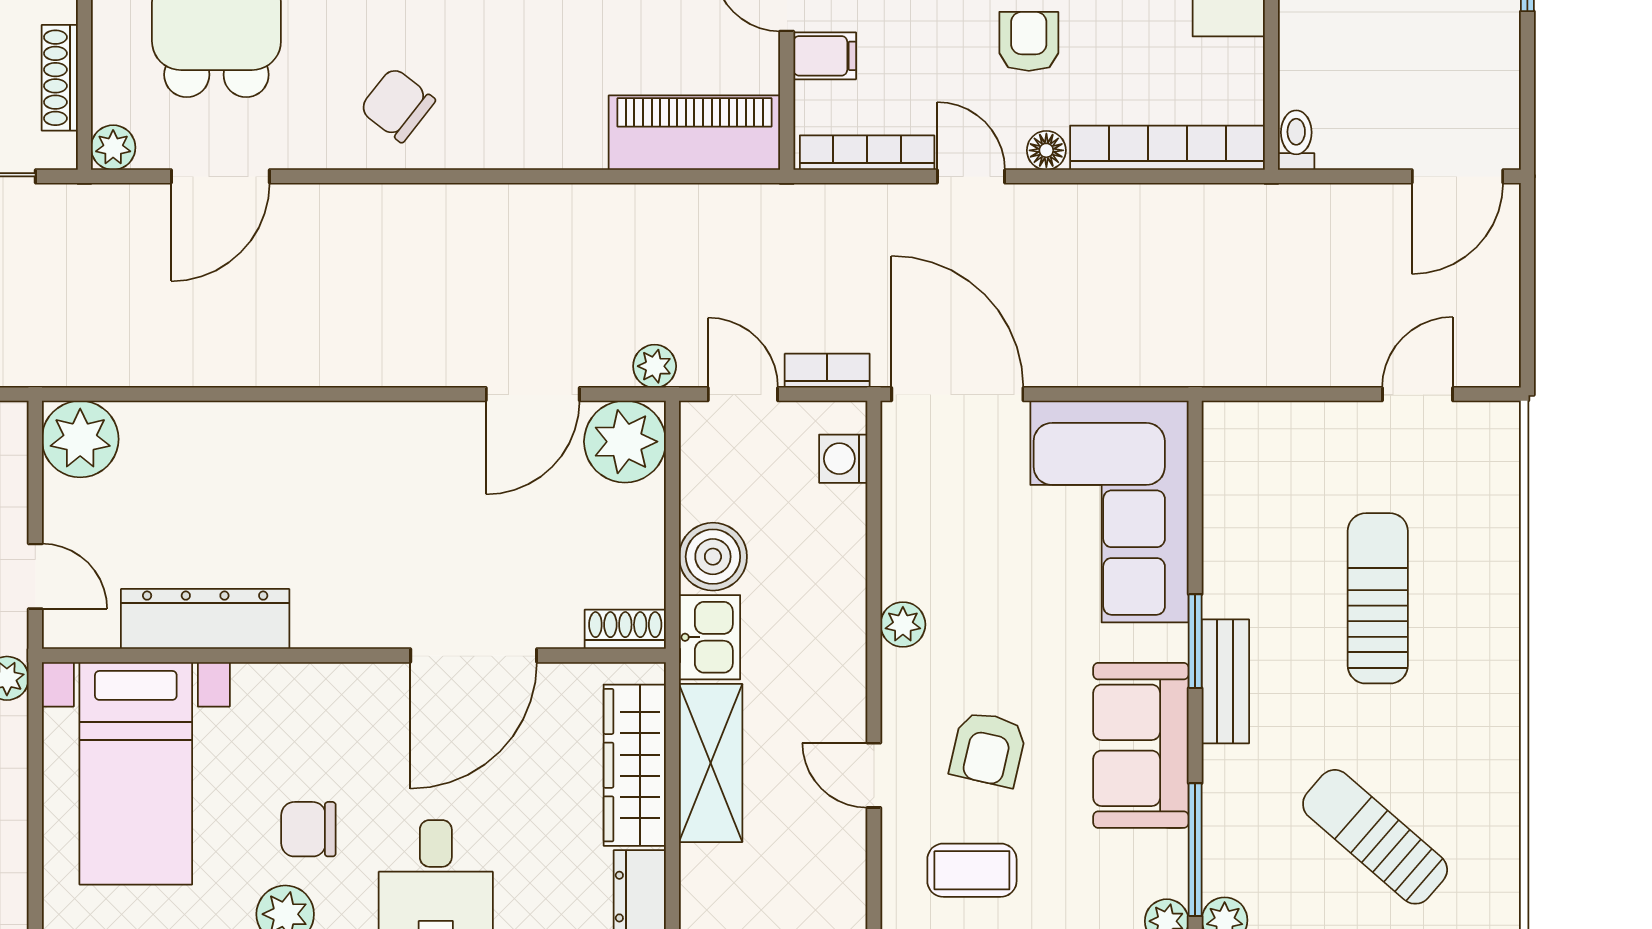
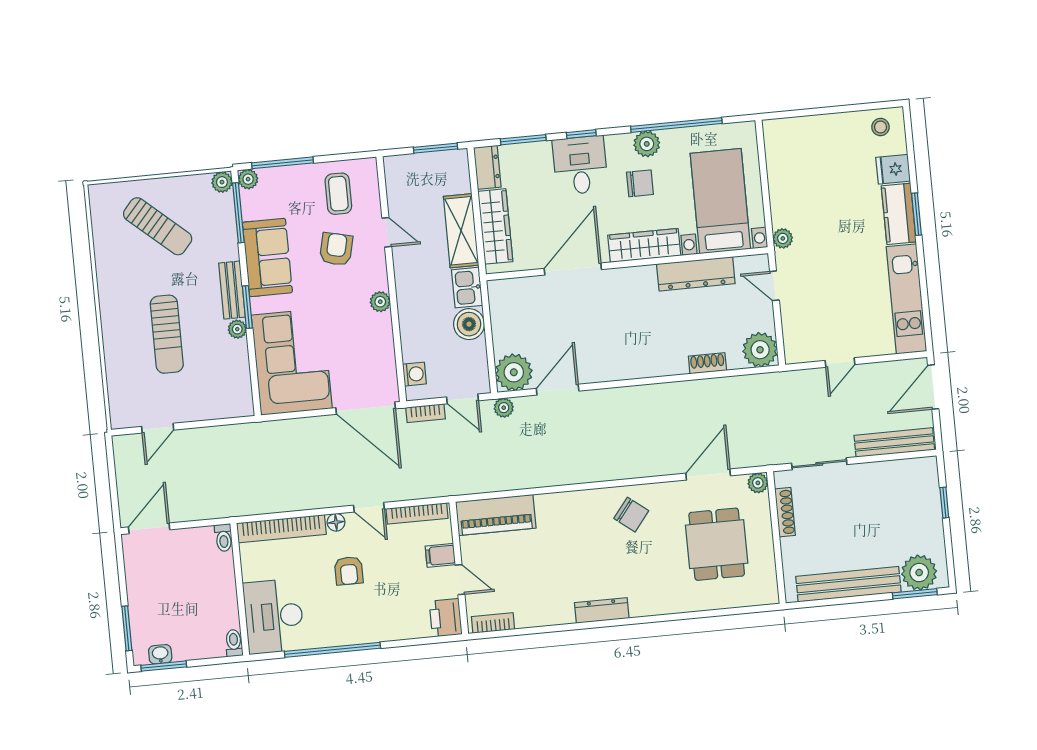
plant: (1222, 595) -> (237, 329), added
shoe rack: (625, 629) -> (707, 363), moved, turned 180
wardrobe: (312, 692) -> (644, 245), added
coffee table: (972, 870) -> (338, 194), turned 90

